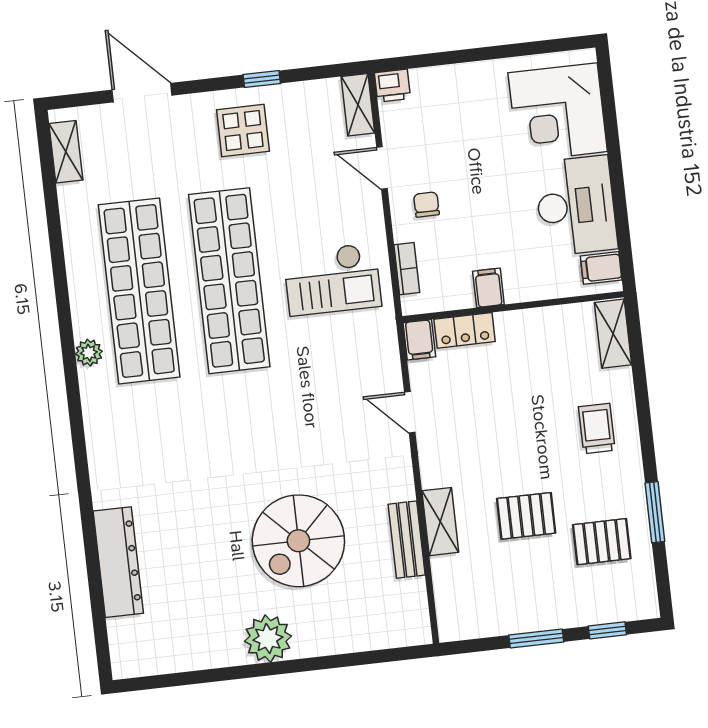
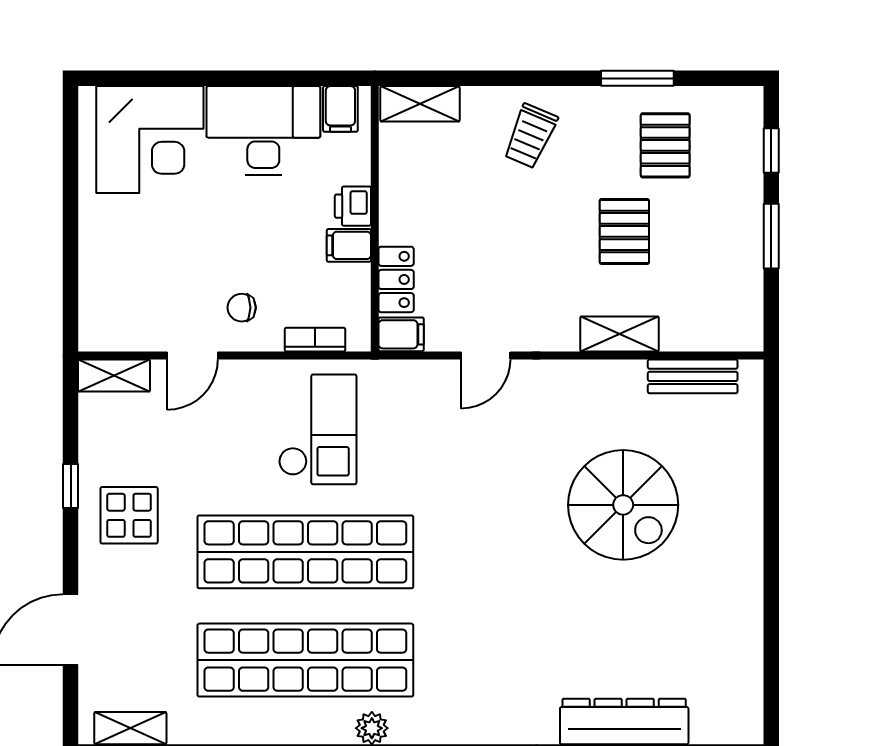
printer: (392, 86) -> (353, 206), moved, turned 180
trolley: (597, 429) -> (530, 136), turned -67
bench: (407, 540) -> (693, 376), moved
plant: (268, 639) -> (735, 554), removed

